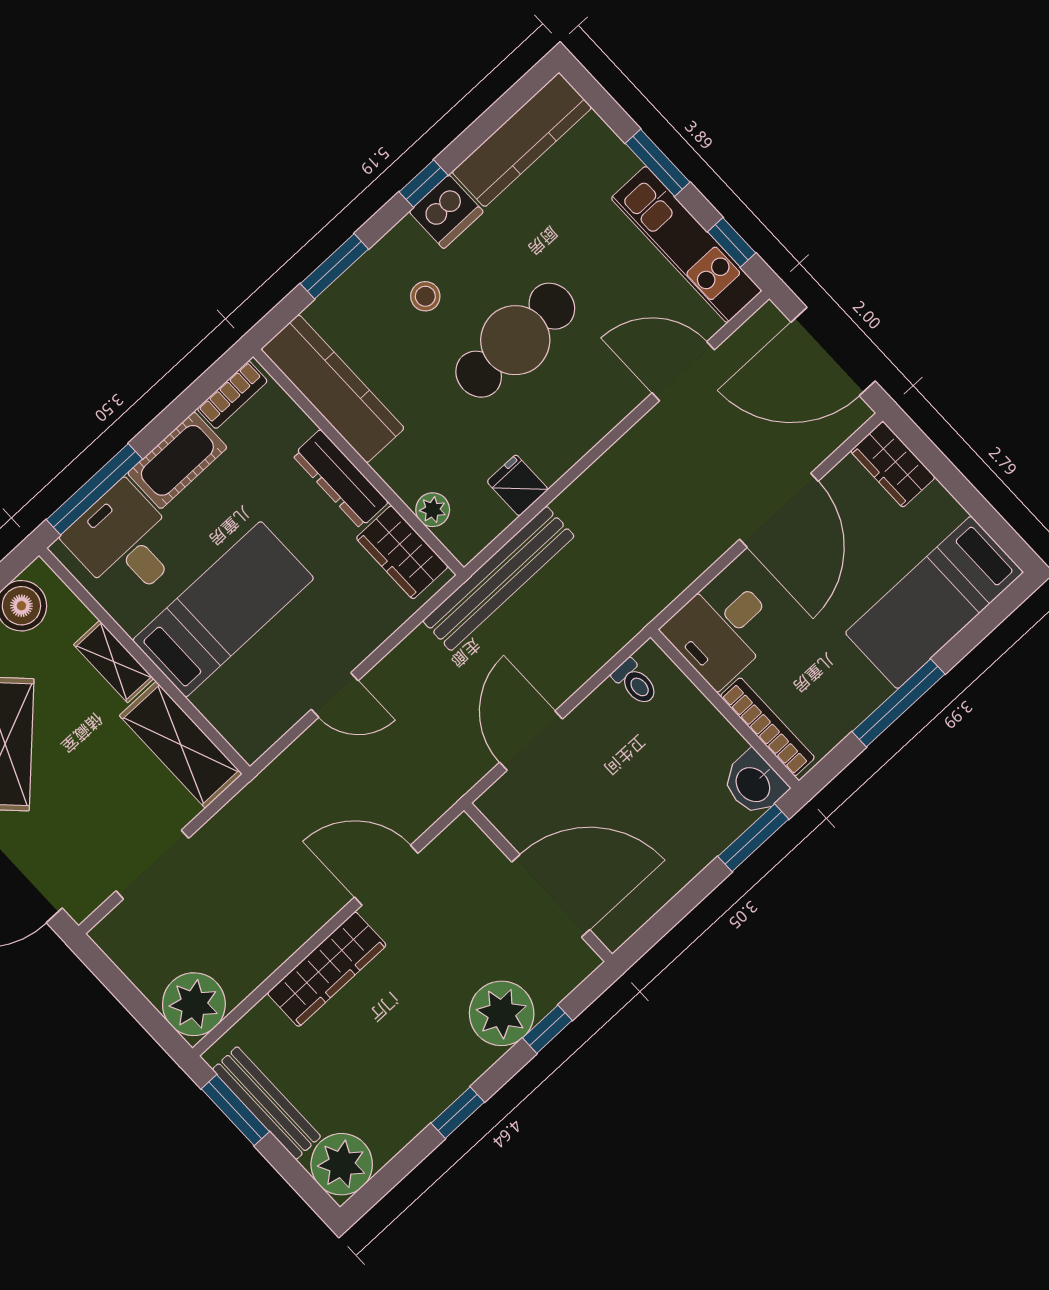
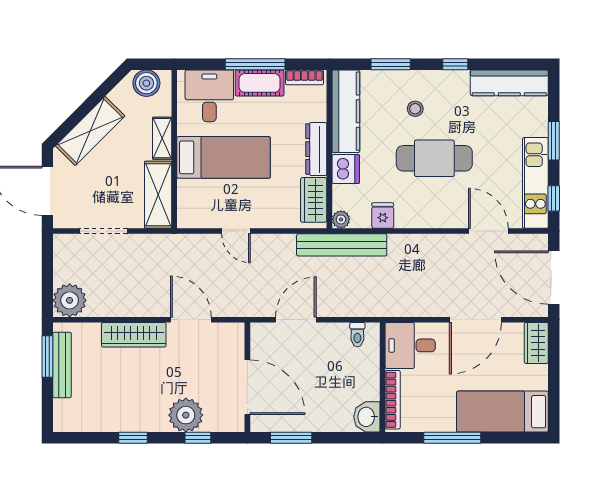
dishwasher: (446, 212) -> (346, 169), moved, turned -90
window: (94, 489) -> (255, 64), moved
plant: (433, 510) -> (341, 219), moved
window: (753, 838) -> (291, 438), moved
plant: (342, 1164) -> (69, 416), removed

